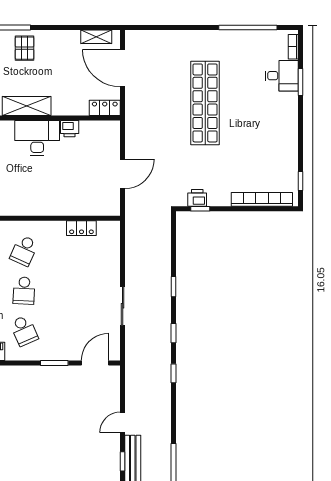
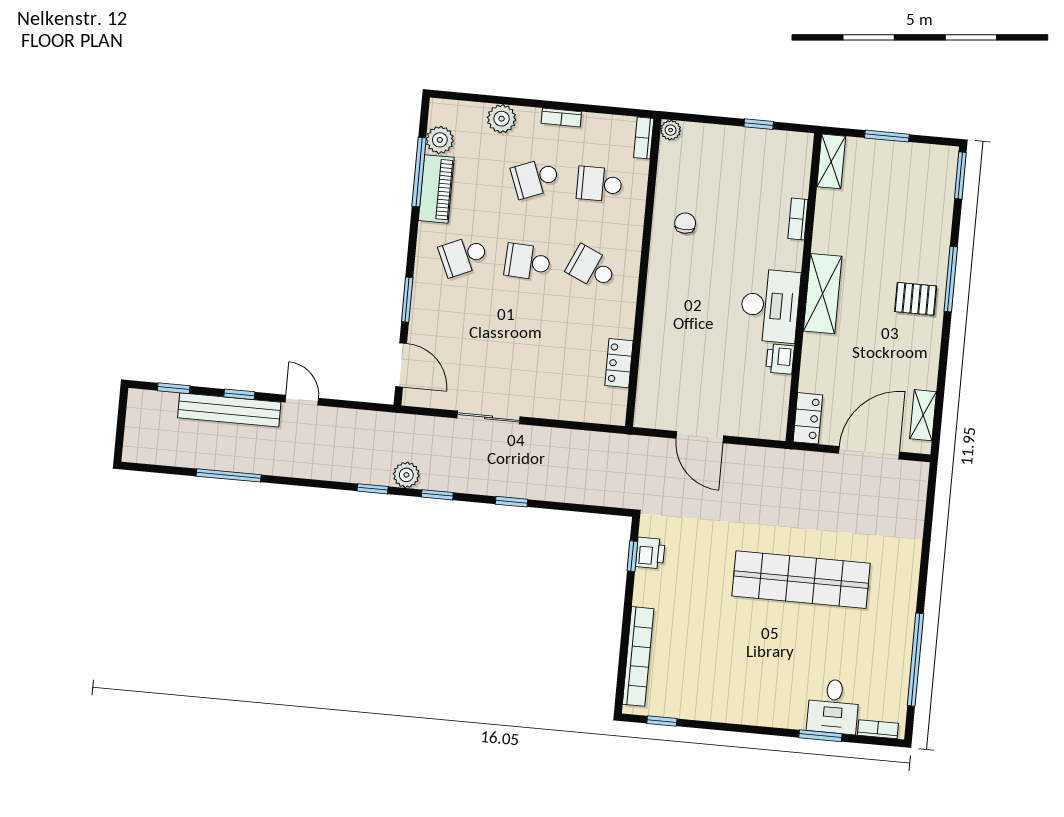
plant: (163, 353) -> (406, 475), added

